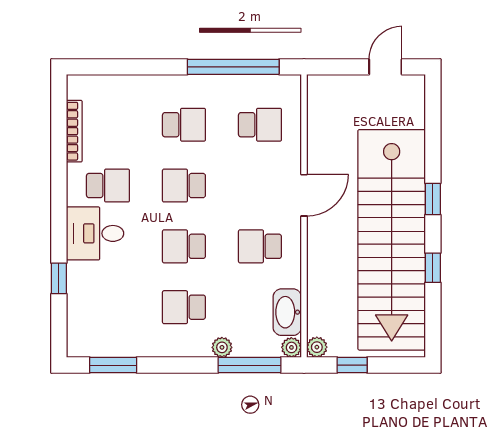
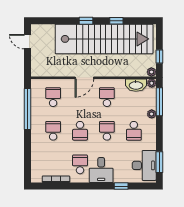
door: (304, 195) -> (84, 78), swing flipped
school desk: (184, 246) -> (107, 131), turned 180
school desk: (260, 246) -> (107, 97), turned 180
desk: (106, 331) -> (144, 165), added

